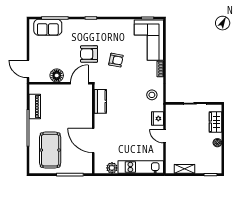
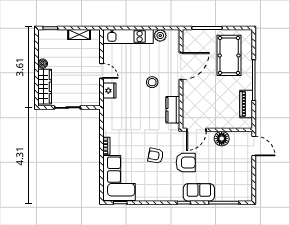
sofa: (48, 27) -> (199, 192), moved
stool: (152, 95) -> (152, 82), moved
wardrobe: (216, 122) -> (45, 87), width x1.50
door: (93, 140) -> (181, 66), hinge flipped

